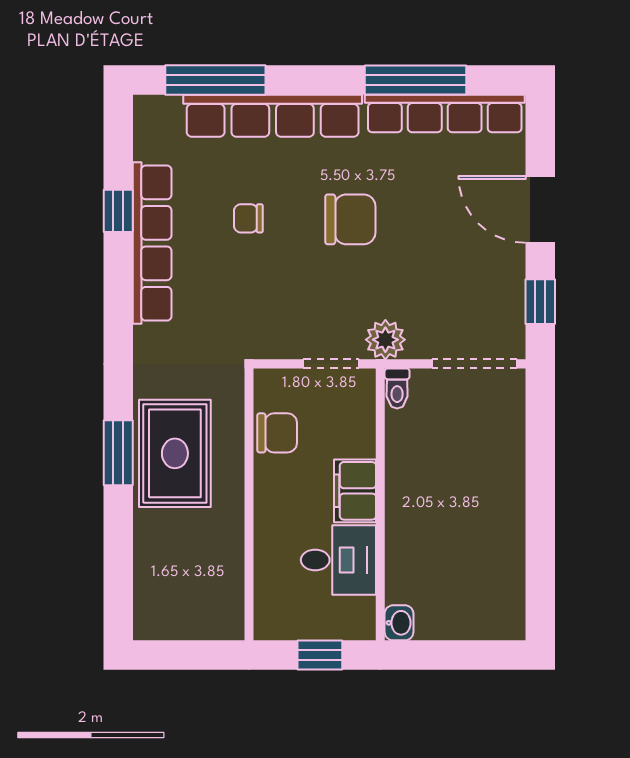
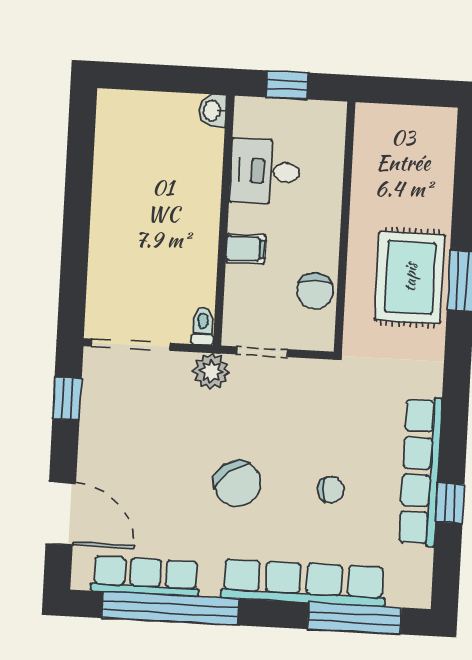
window: (415, 80) -> (171, 608), width x1.46
row of seats: (445, 114) -> (145, 576), width x0.73
door: (540, 209) -> (61, 513), moved
chair: (350, 219) -> (237, 484), turned -128
chair: (277, 433) -> (315, 291), turned -90
filing cabinet: (355, 491) -> (246, 249), width x0.50

